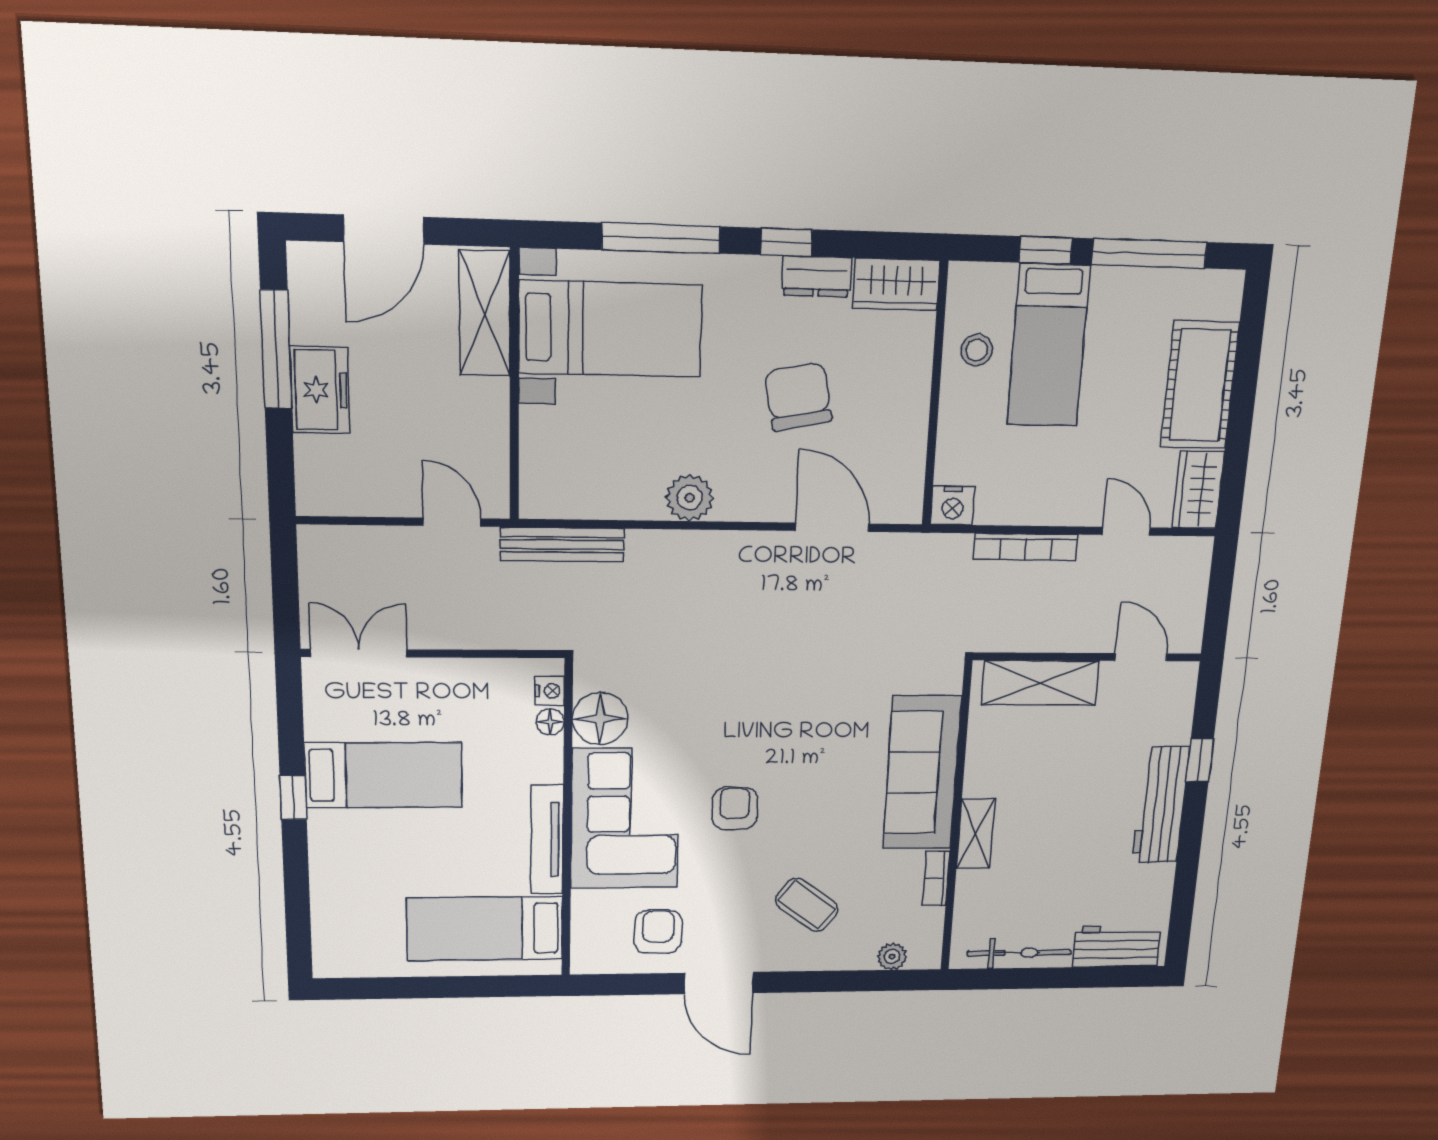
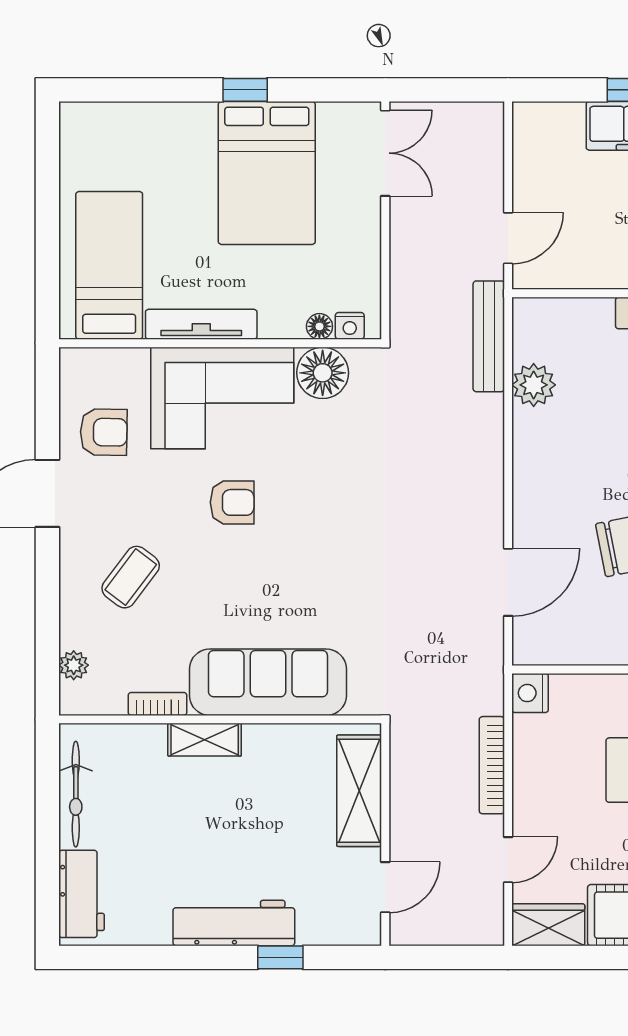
plant: (690, 498) -> (534, 385), moved
bed: (384, 775) -> (267, 173), width x1.50

